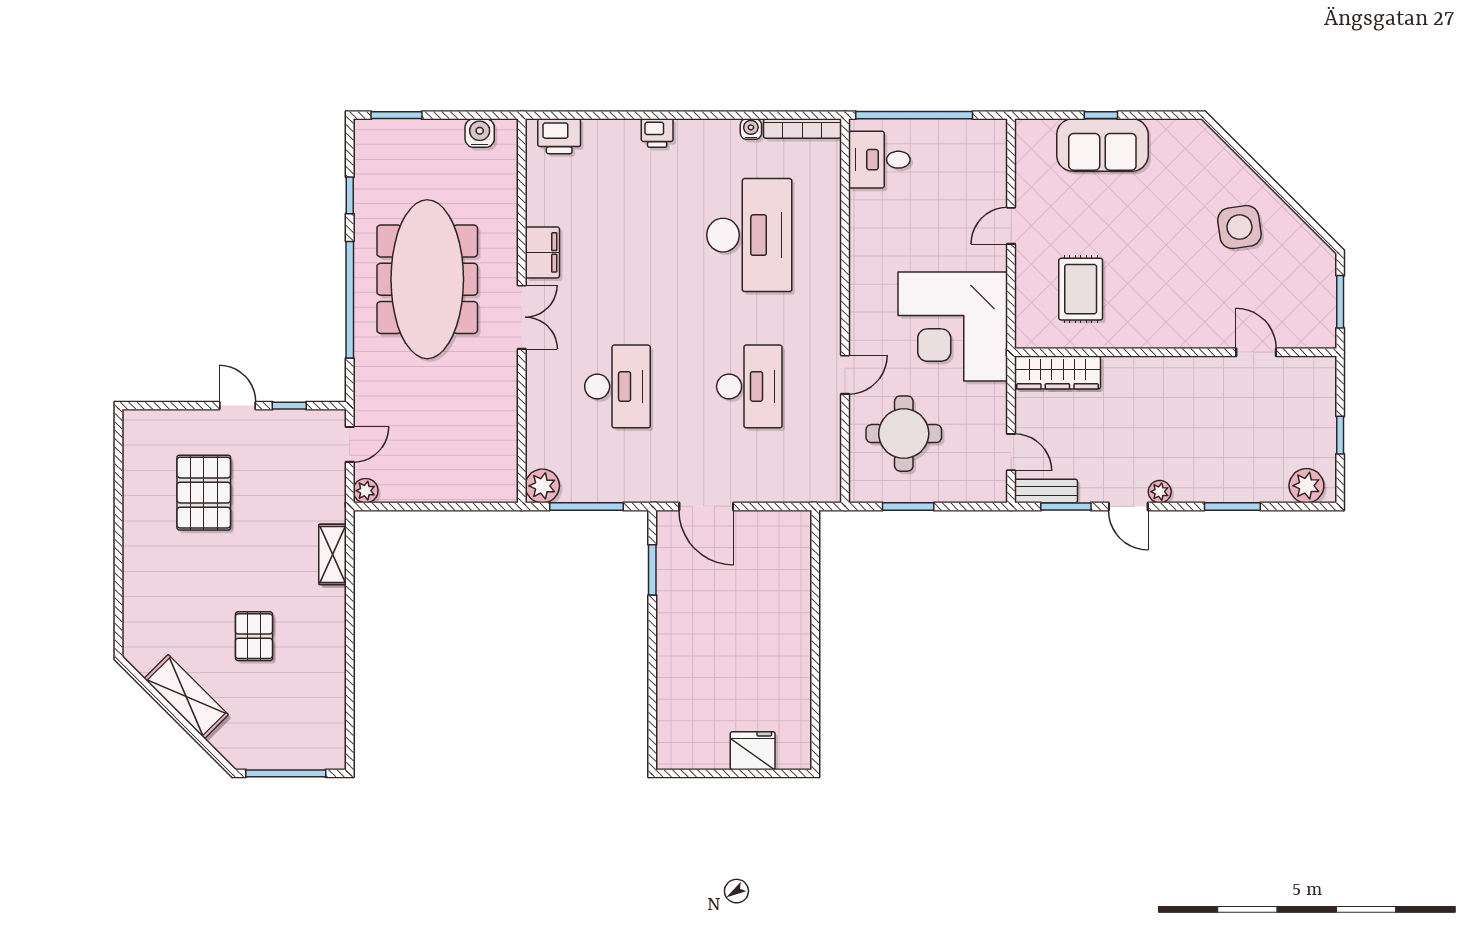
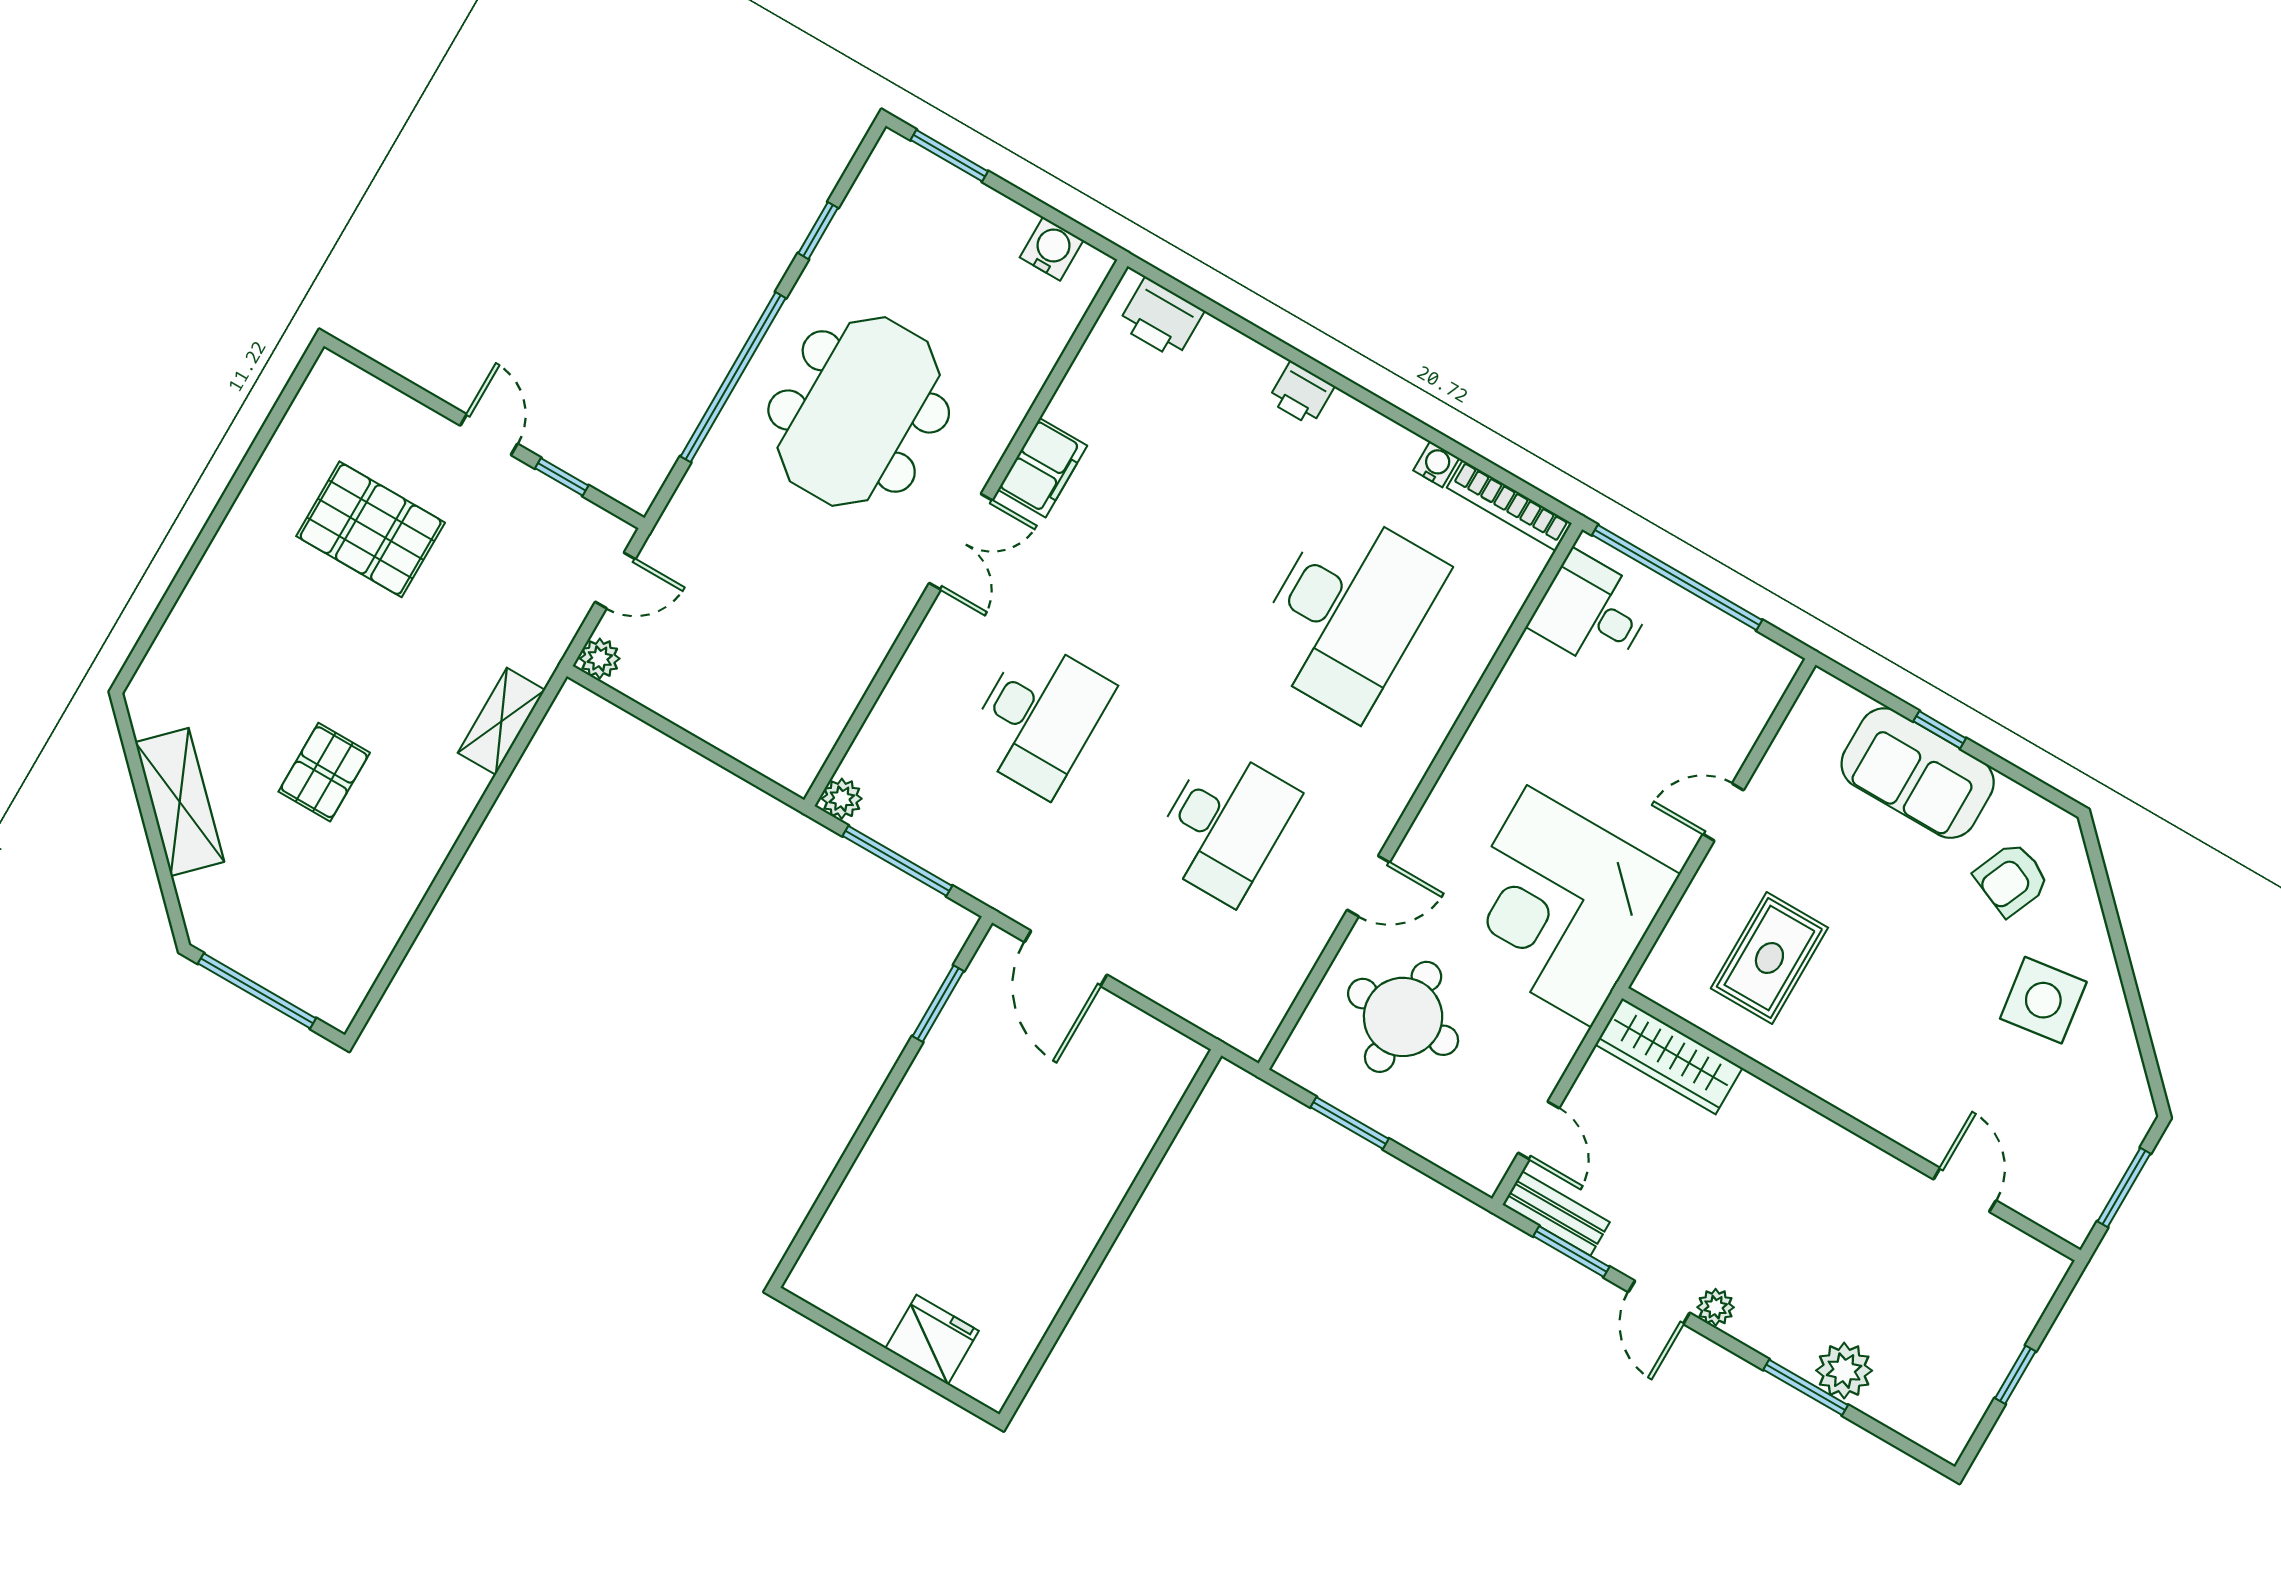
armchair: (1185, 172) -> (2012, 879), added
meeting table: (427, 279) -> (859, 411), width x0.73
plant: (542, 486) -> (842, 799), width x0.73, depth x0.73
plant: (1306, 486) -> (1844, 1371), moved
pallet: (204, 493) -> (371, 529), turned 90

